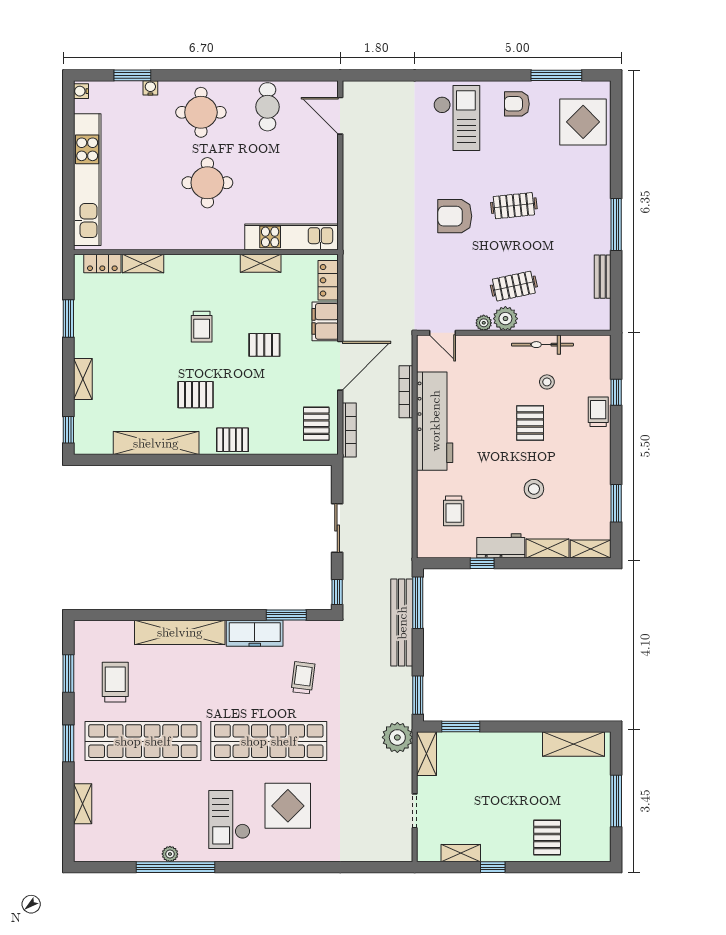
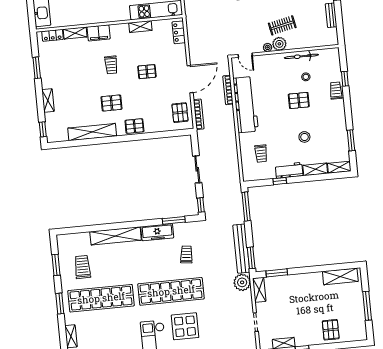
filing cabinet: (325, 321) -> (99, 33), moved, turned -90
pallet: (530, 423) -> (299, 100), turned 90
bench: (402, 623) -> (241, 249), moved

